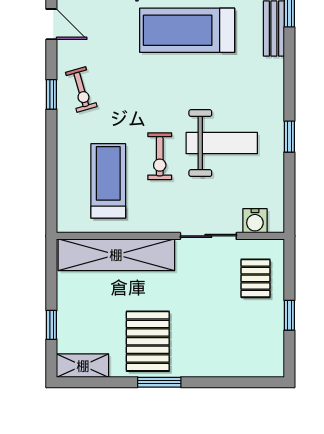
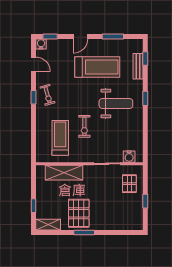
treadmill: (187, 30) -> (97, 67), turned 180
window: (289, 137) -> (145, 98), moved
weight bench: (222, 143) -> (116, 104), moved
shelving: (116, 255) -> (64, 173), width x0.68

